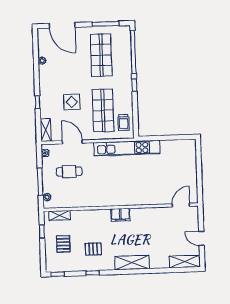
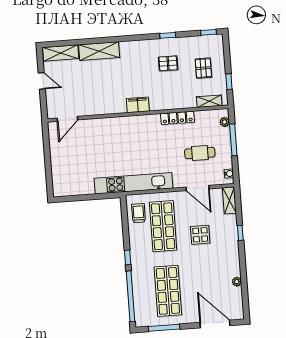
locker: (87, 202) -> (177, 118), added
shelving: (132, 263) -> (99, 51), moved

